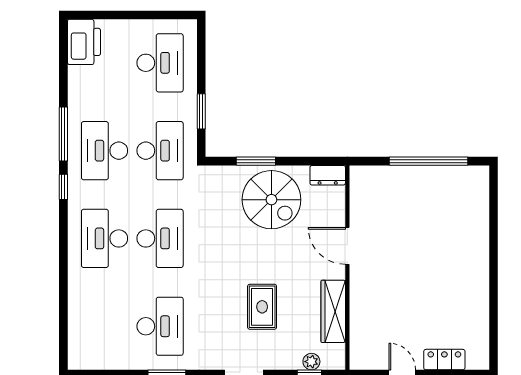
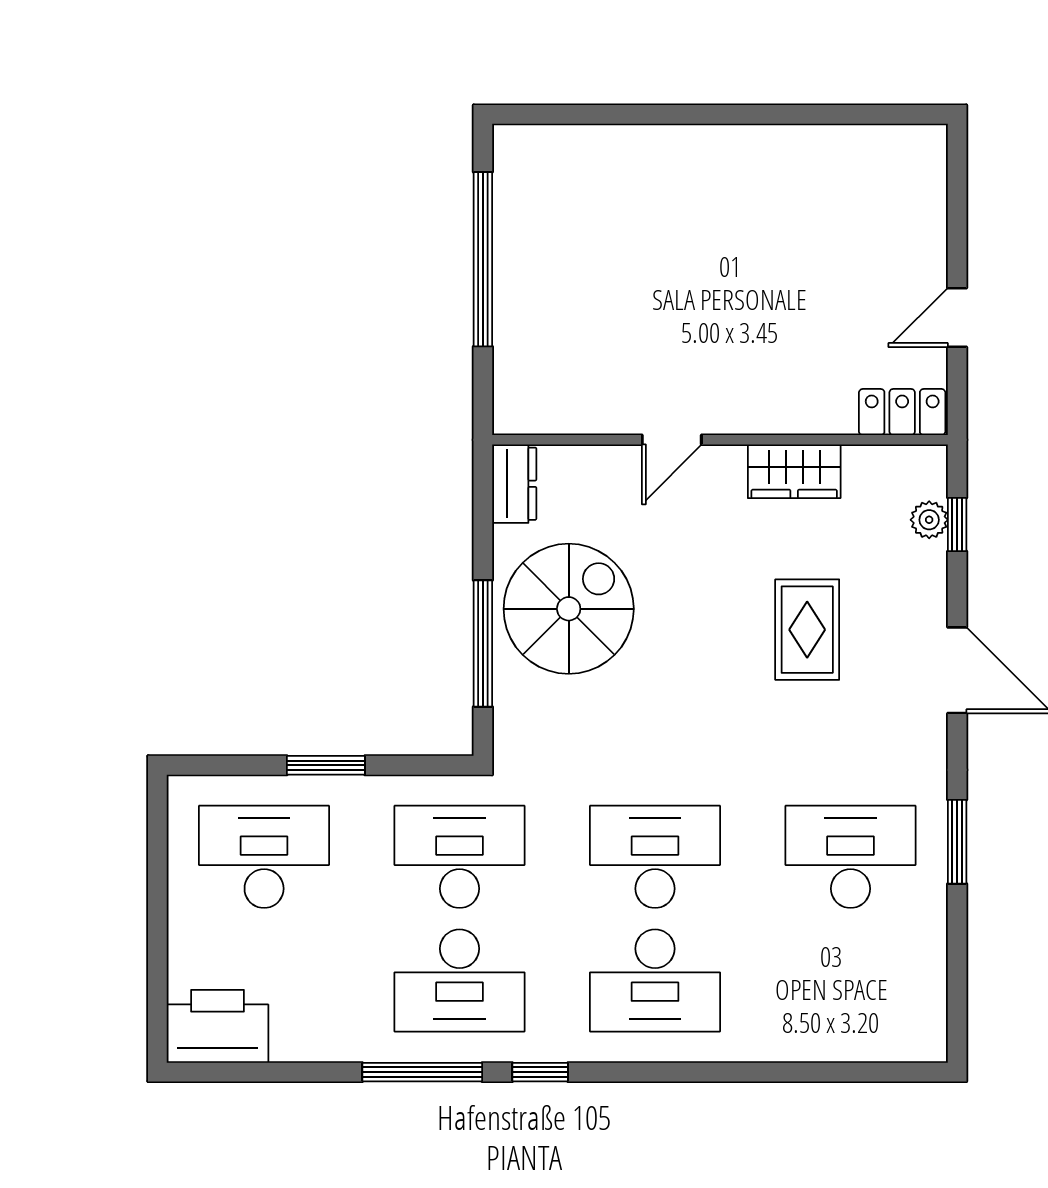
window: (201, 111) -> (326, 765), moved
window: (256, 161) -> (483, 643), width x1.44
door: (347, 246) -> (672, 440), width x0.73
rug: (262, 307) -> (807, 630), turned 90
wardrobe: (333, 311) -> (794, 471), width x0.67
locker: (444, 360) -> (902, 412), moved, turned 90

